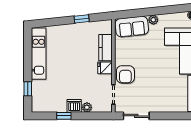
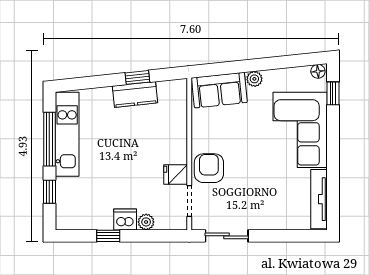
kitchen counter: (106, 48) -> (135, 94), moved, turned -96
window: (28, 57) -> (49, 139), added
fridge: (105, 68) -> (176, 174), moved
armchair: (125, 74) -> (209, 168), turned 180

